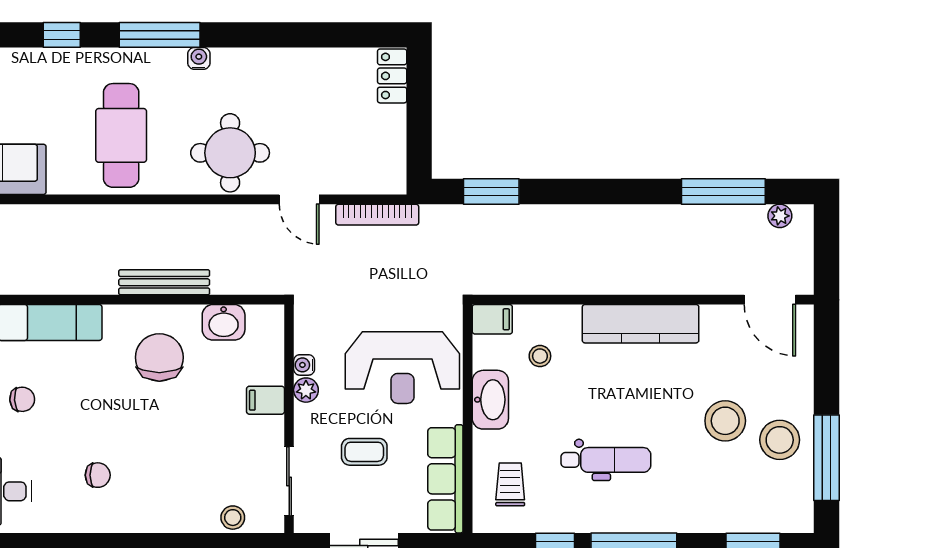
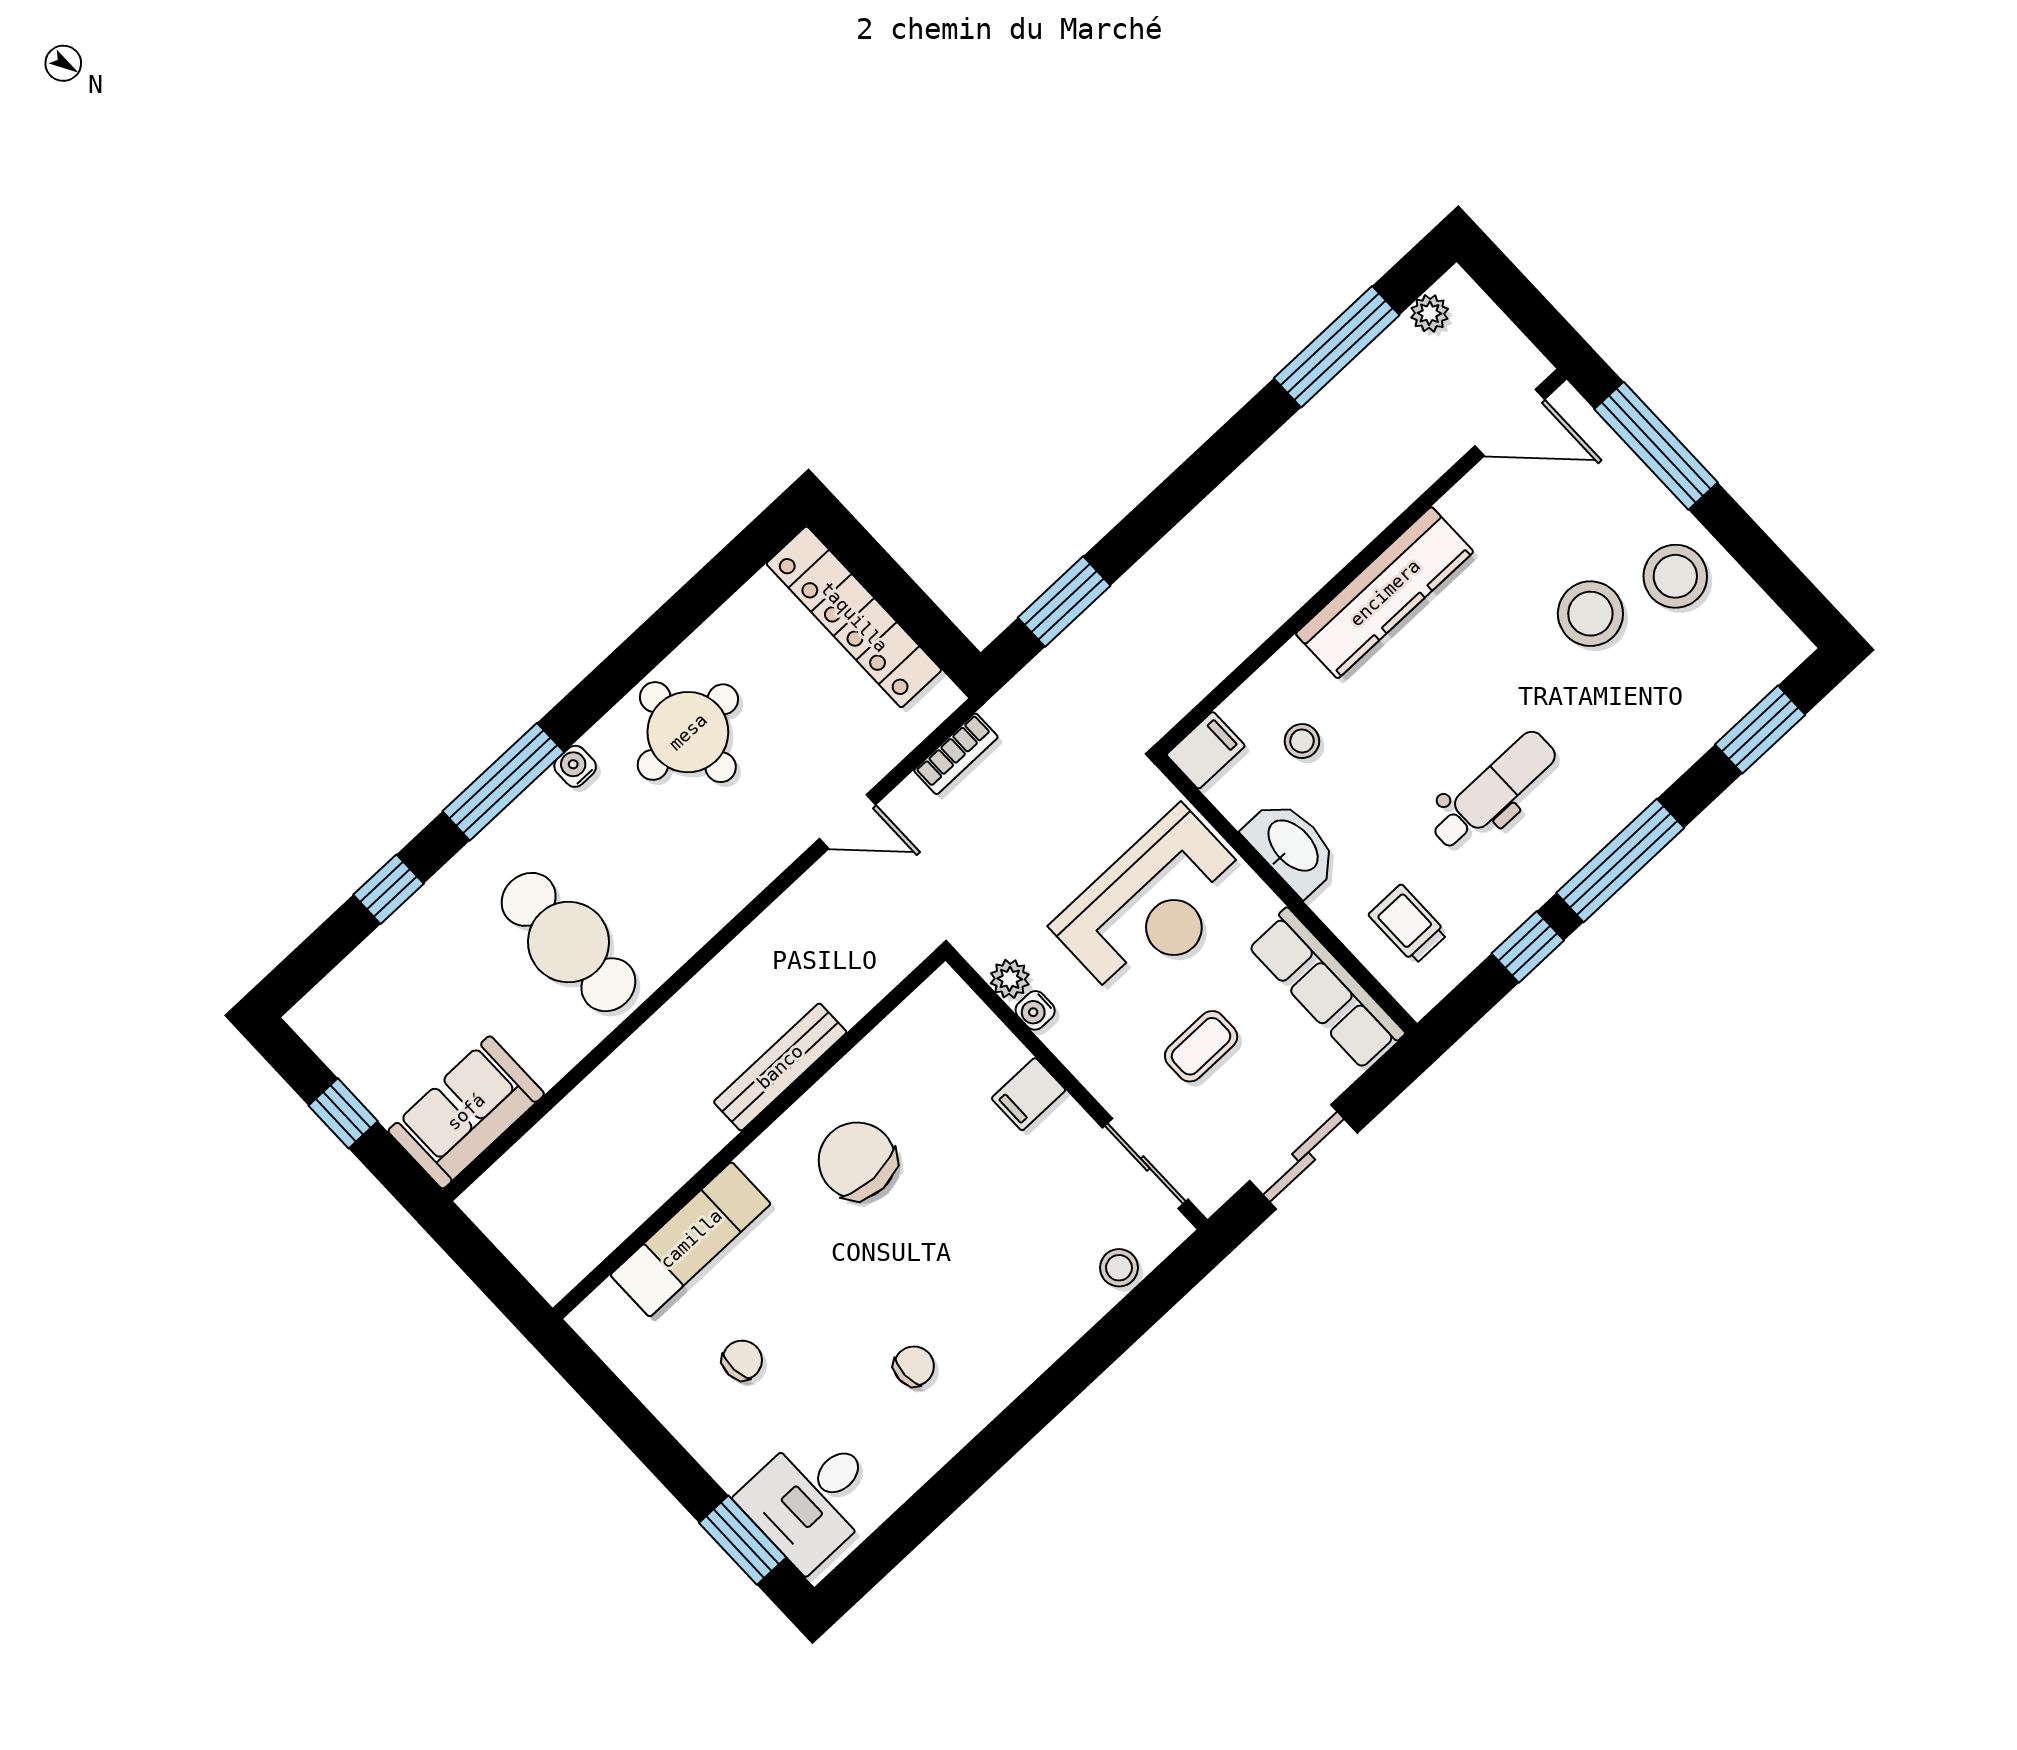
locker: (392, 76) -> (854, 617), width x2.16, depth x1.21
round table: (230, 153) -> (688, 732), moved
bookcase: (377, 215) -> (956, 754), width x0.64
washbasin: (224, 322) -> (894, 1049), removed
plant: (306, 390) -> (1010, 979), moved
window: (826, 458) -> (1656, 446), moved

